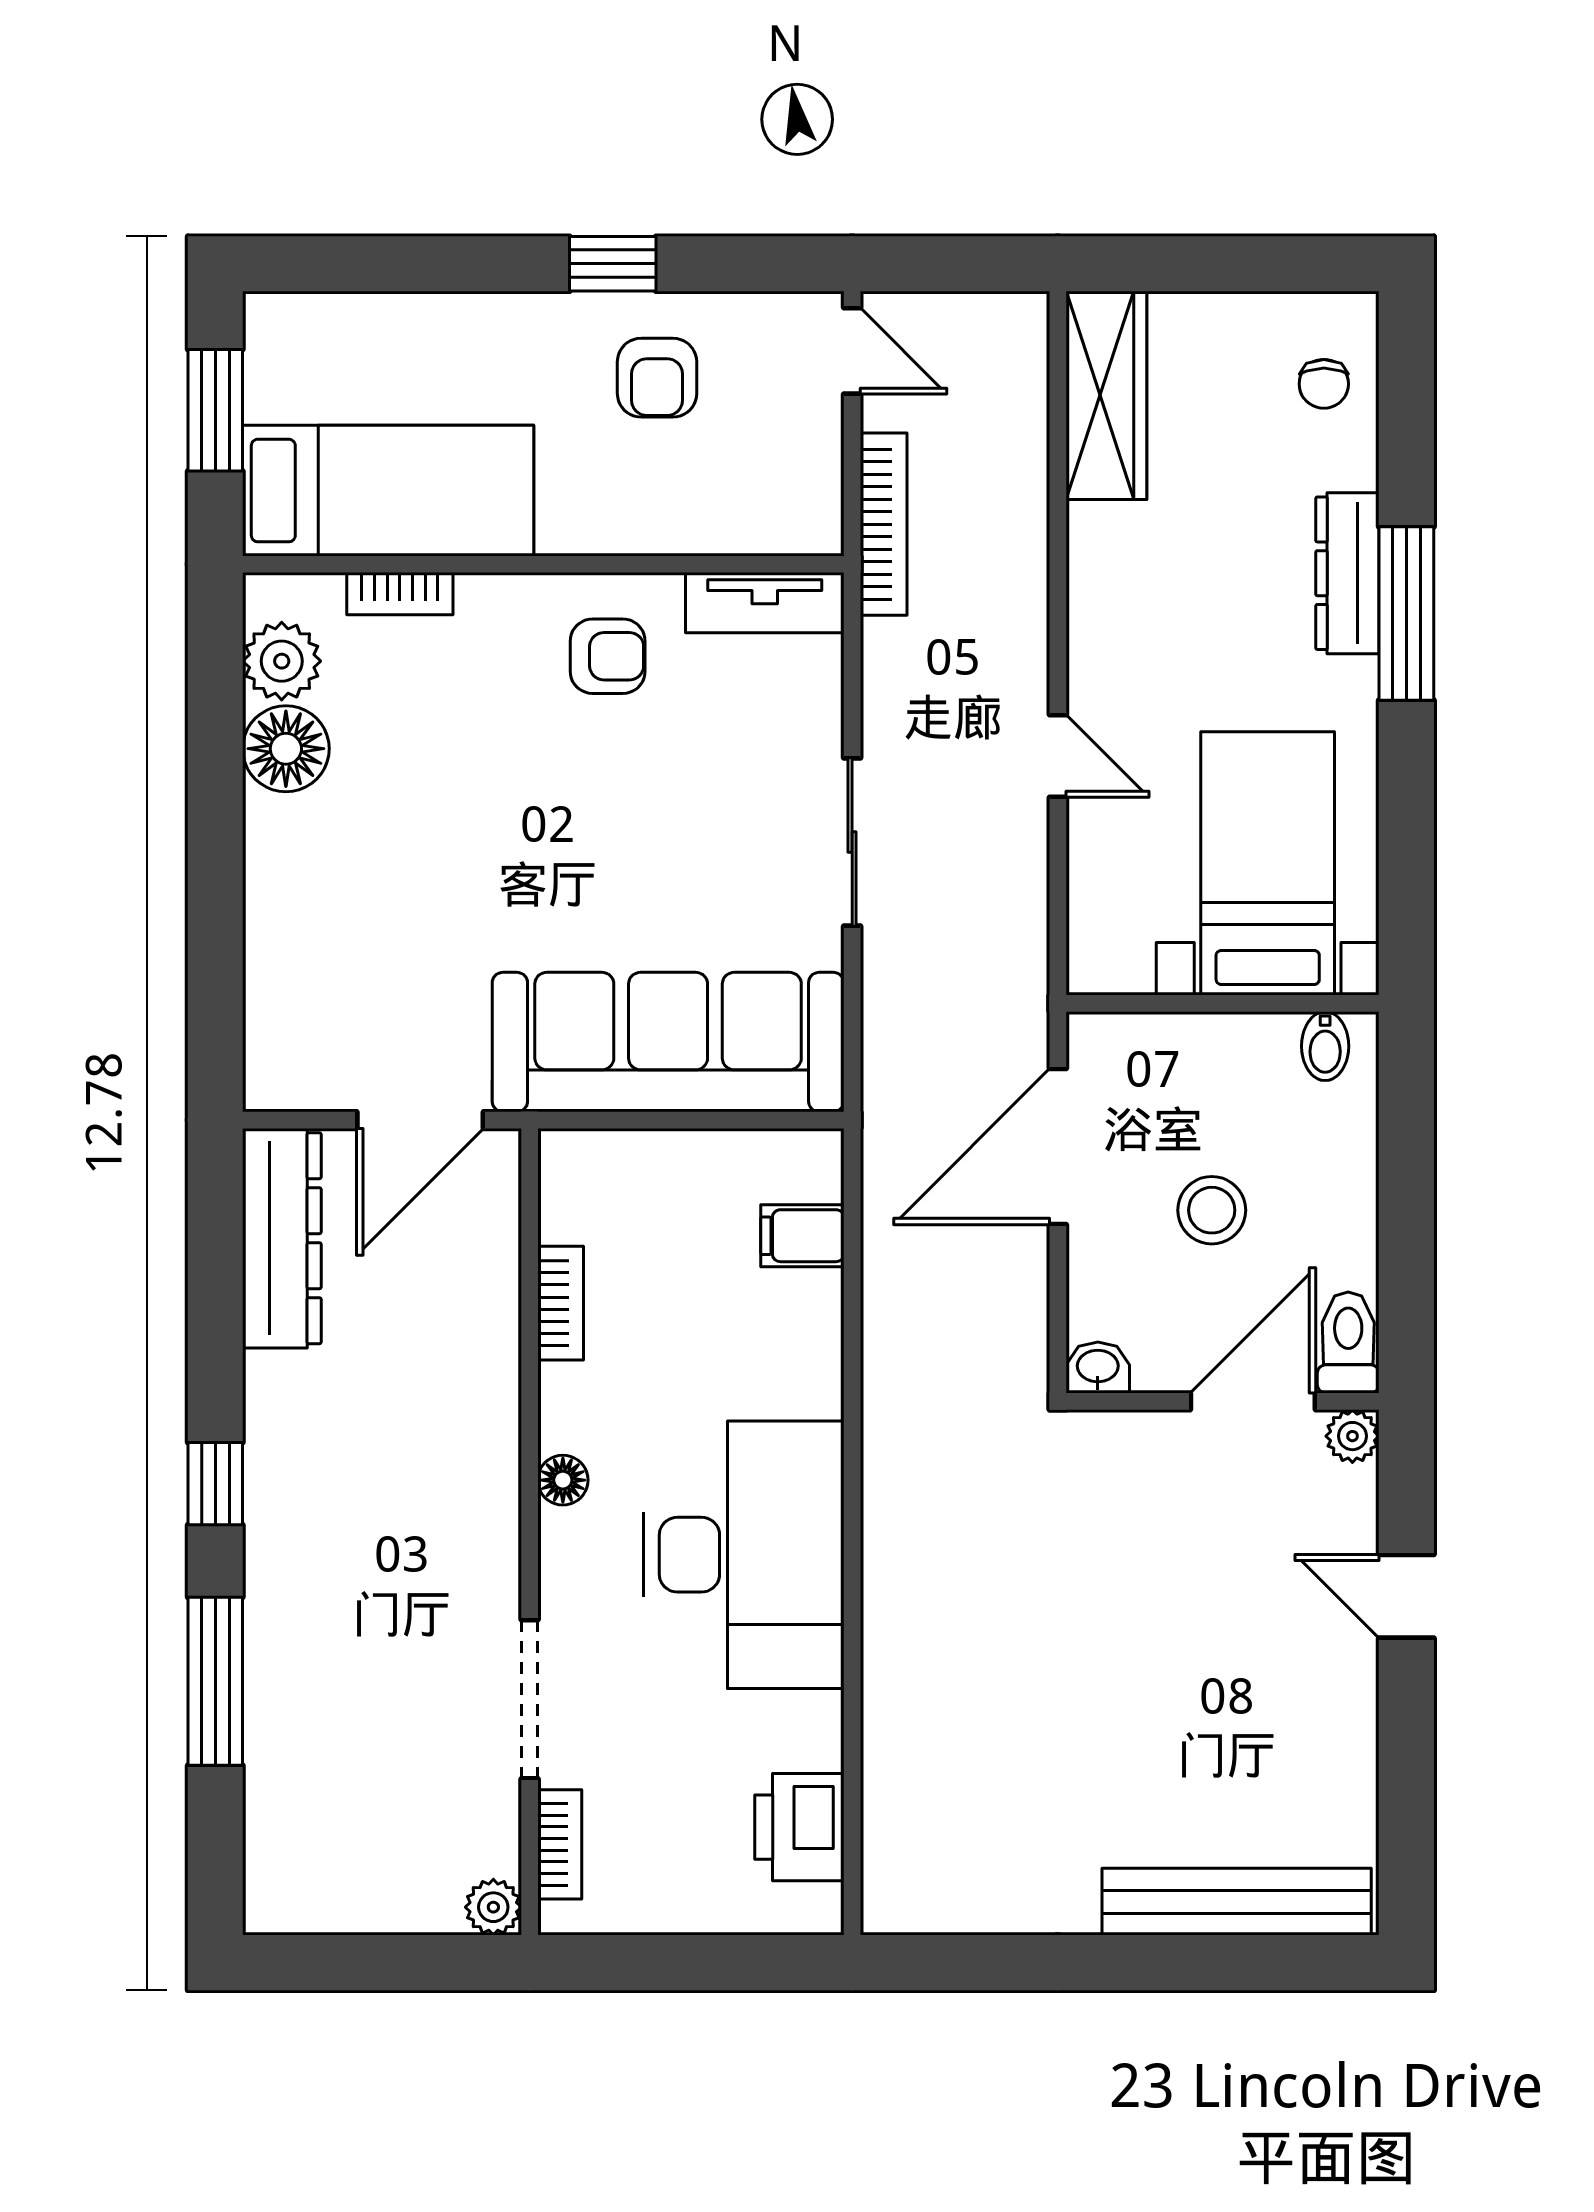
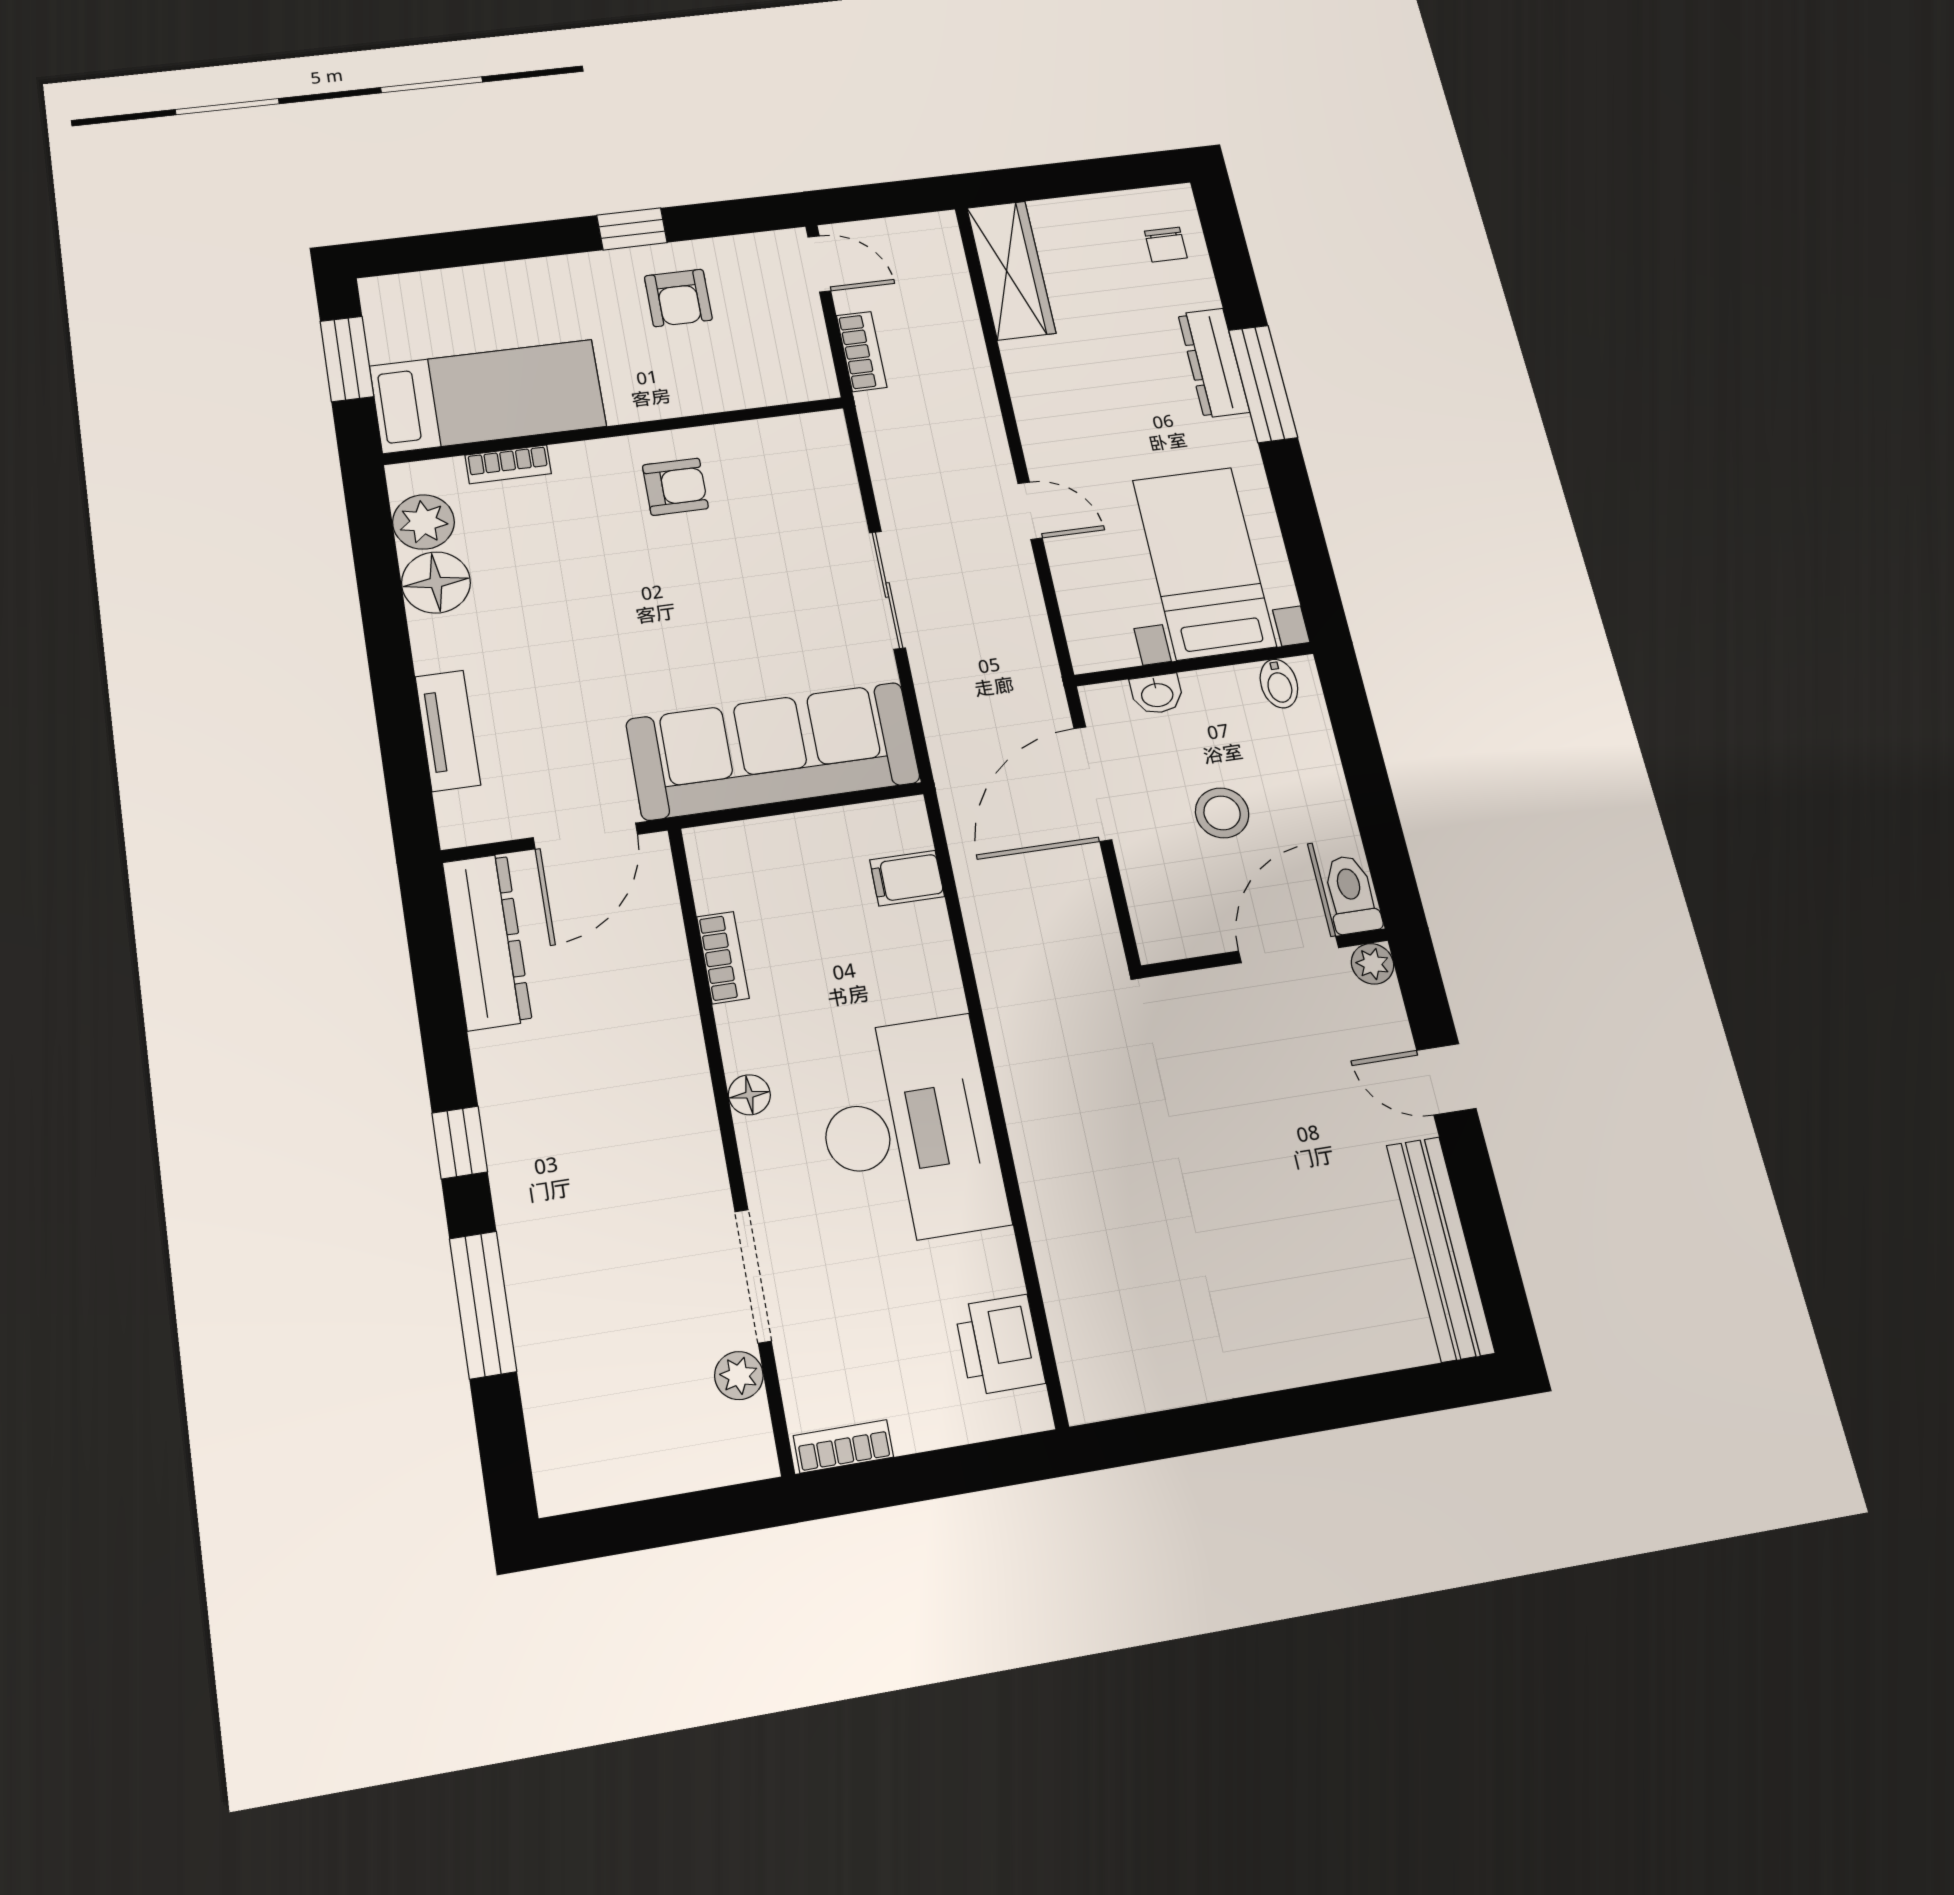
bookcase: (884, 524) -> (862, 351), width x0.64
tv unit: (765, 603) -> (448, 731), moved, turned -90
washbasin: (1098, 1368) -> (1157, 694), moved, turned 180
bookcase: (560, 1844) -> (843, 1446), moved, turned -90
bench: (1237, 1902) -> (1440, 1248), moved, turned 90
plant: (493, 1907) -> (739, 1376), moved

